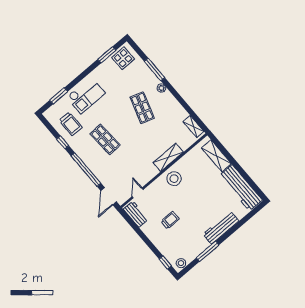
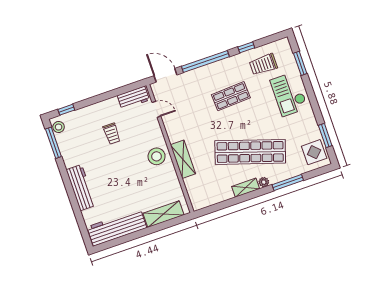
shop shelf: (142, 108) -> (250, 152), width x2.00, depth x1.36
shelving: (193, 127) -> (246, 188), moved
window: (207, 251) -> (53, 143), moved

